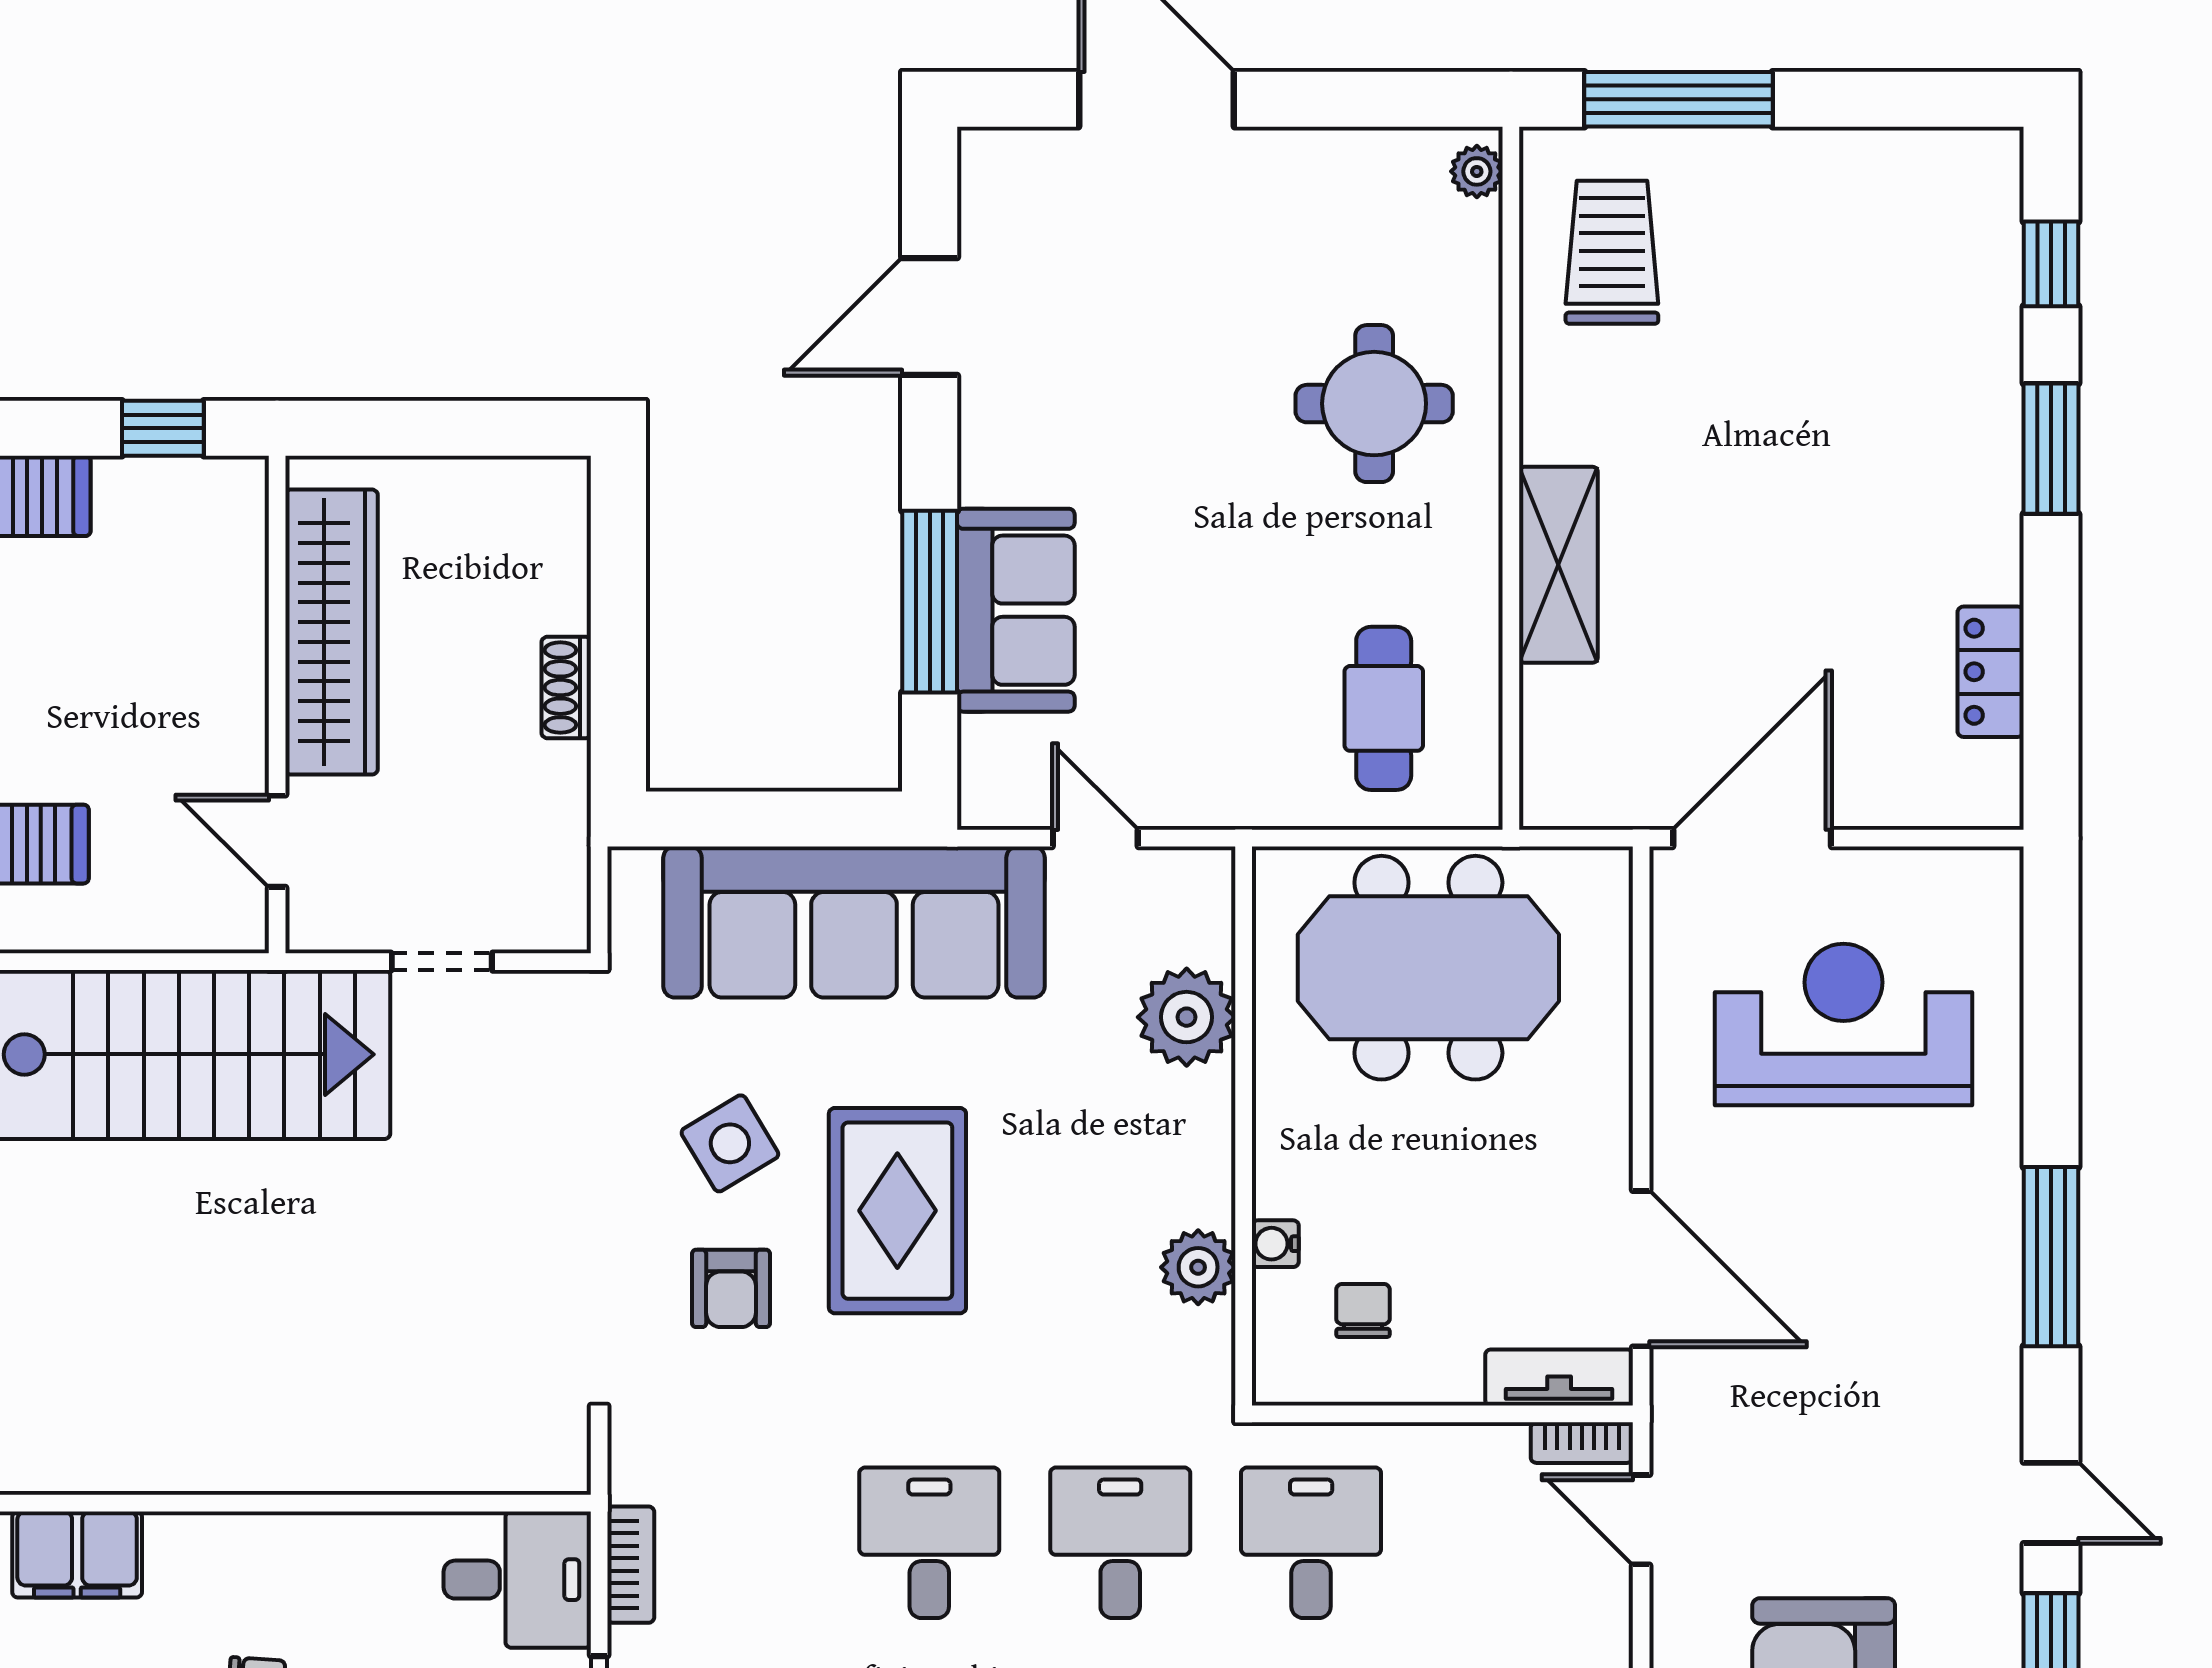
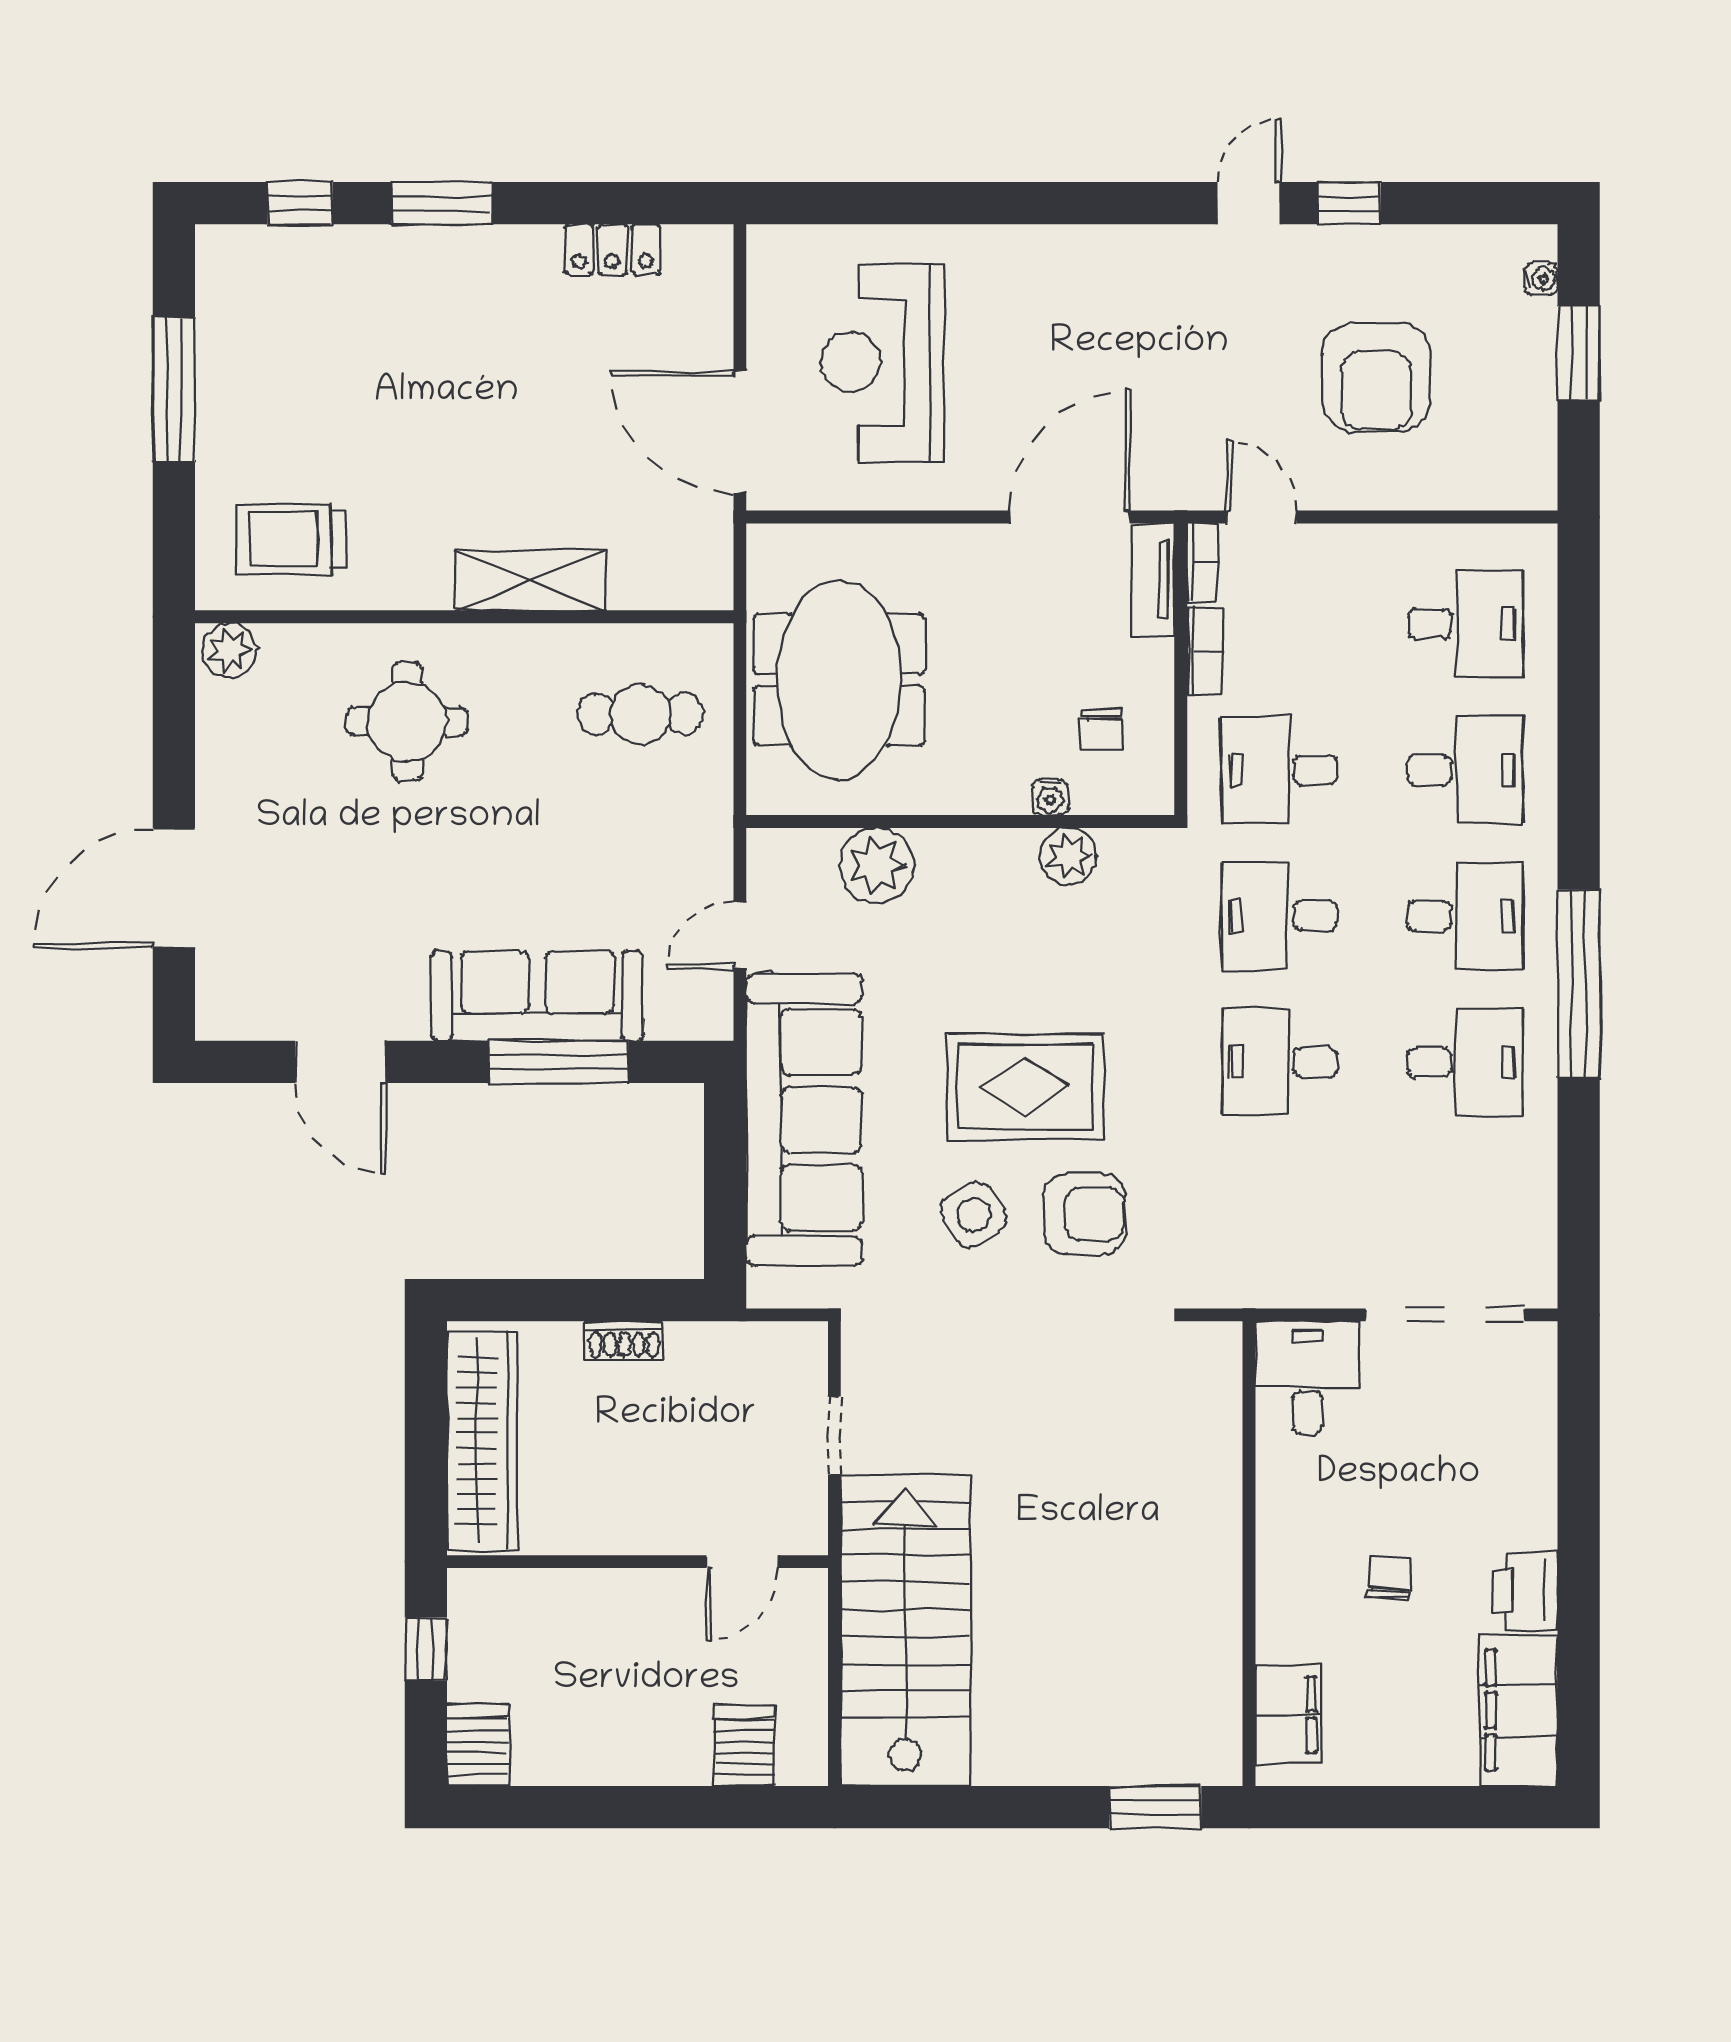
window: (1679, 99) -> (174, 389), moved
plant: (1477, 171) -> (229, 650), width x1.38, depth x1.38
sofa: (1016, 610) -> (537, 996), width x1.36
wardrobe: (331, 632) -> (482, 1440), moved, turned 90
window: (2051, 1257) -> (1060, 203), removed
armchair: (731, 1288) -> (1085, 1214), width x1.38, depth x1.38
chair: (1363, 1310) -> (1102, 730), turned -90
door: (1641, 1520) -> (1262, 517), swing flipped
bookcase: (631, 1565) -> (1205, 650), moved, turned 90

